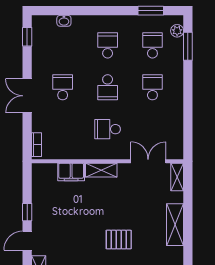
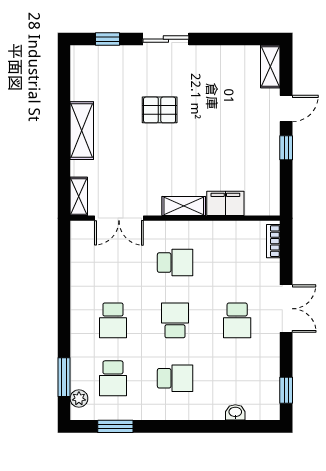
school desk: (108, 45) -> (175, 378), turned -90

